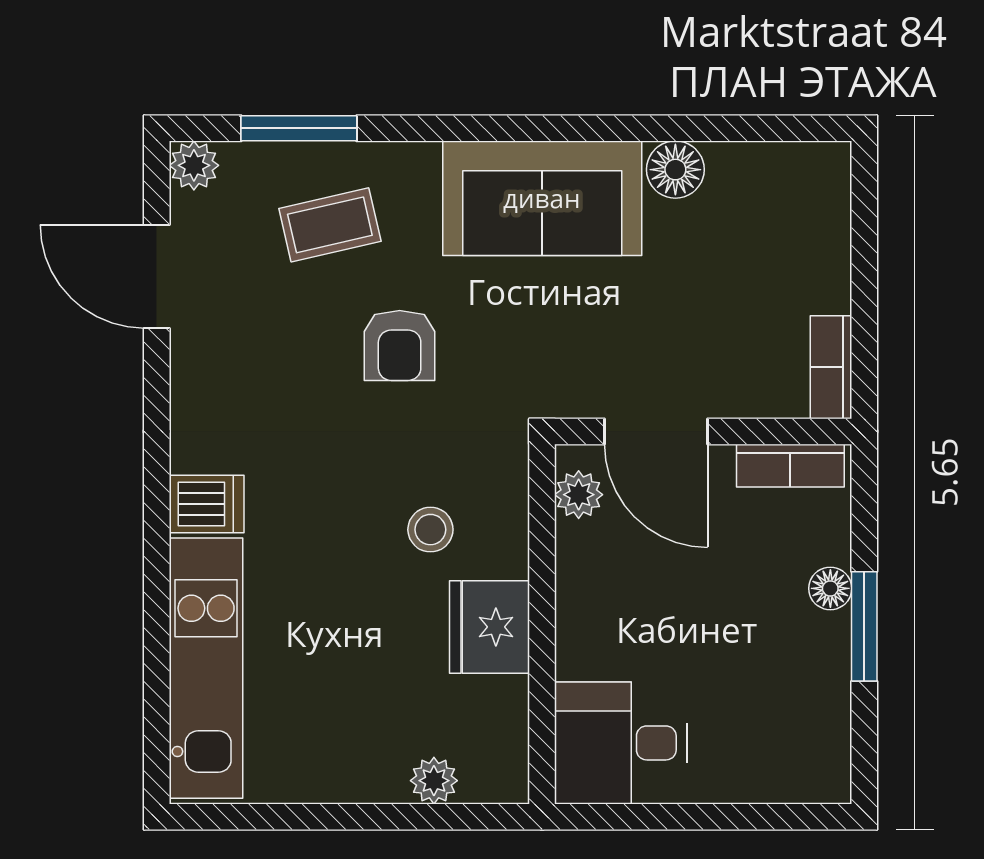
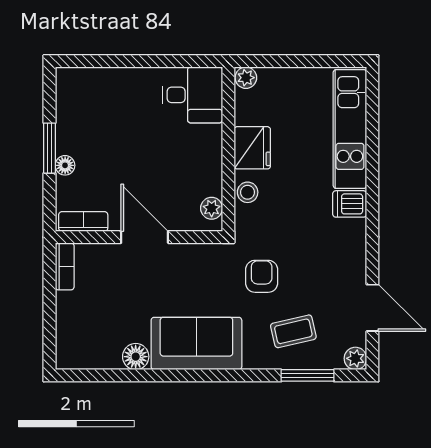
plant: (579, 495) -> (212, 208), moved
wall: (542, 624) -> (228, 149), moved
fridge: (490, 627) -> (252, 148), moved
desk: (621, 743) -> (192, 95), moved

